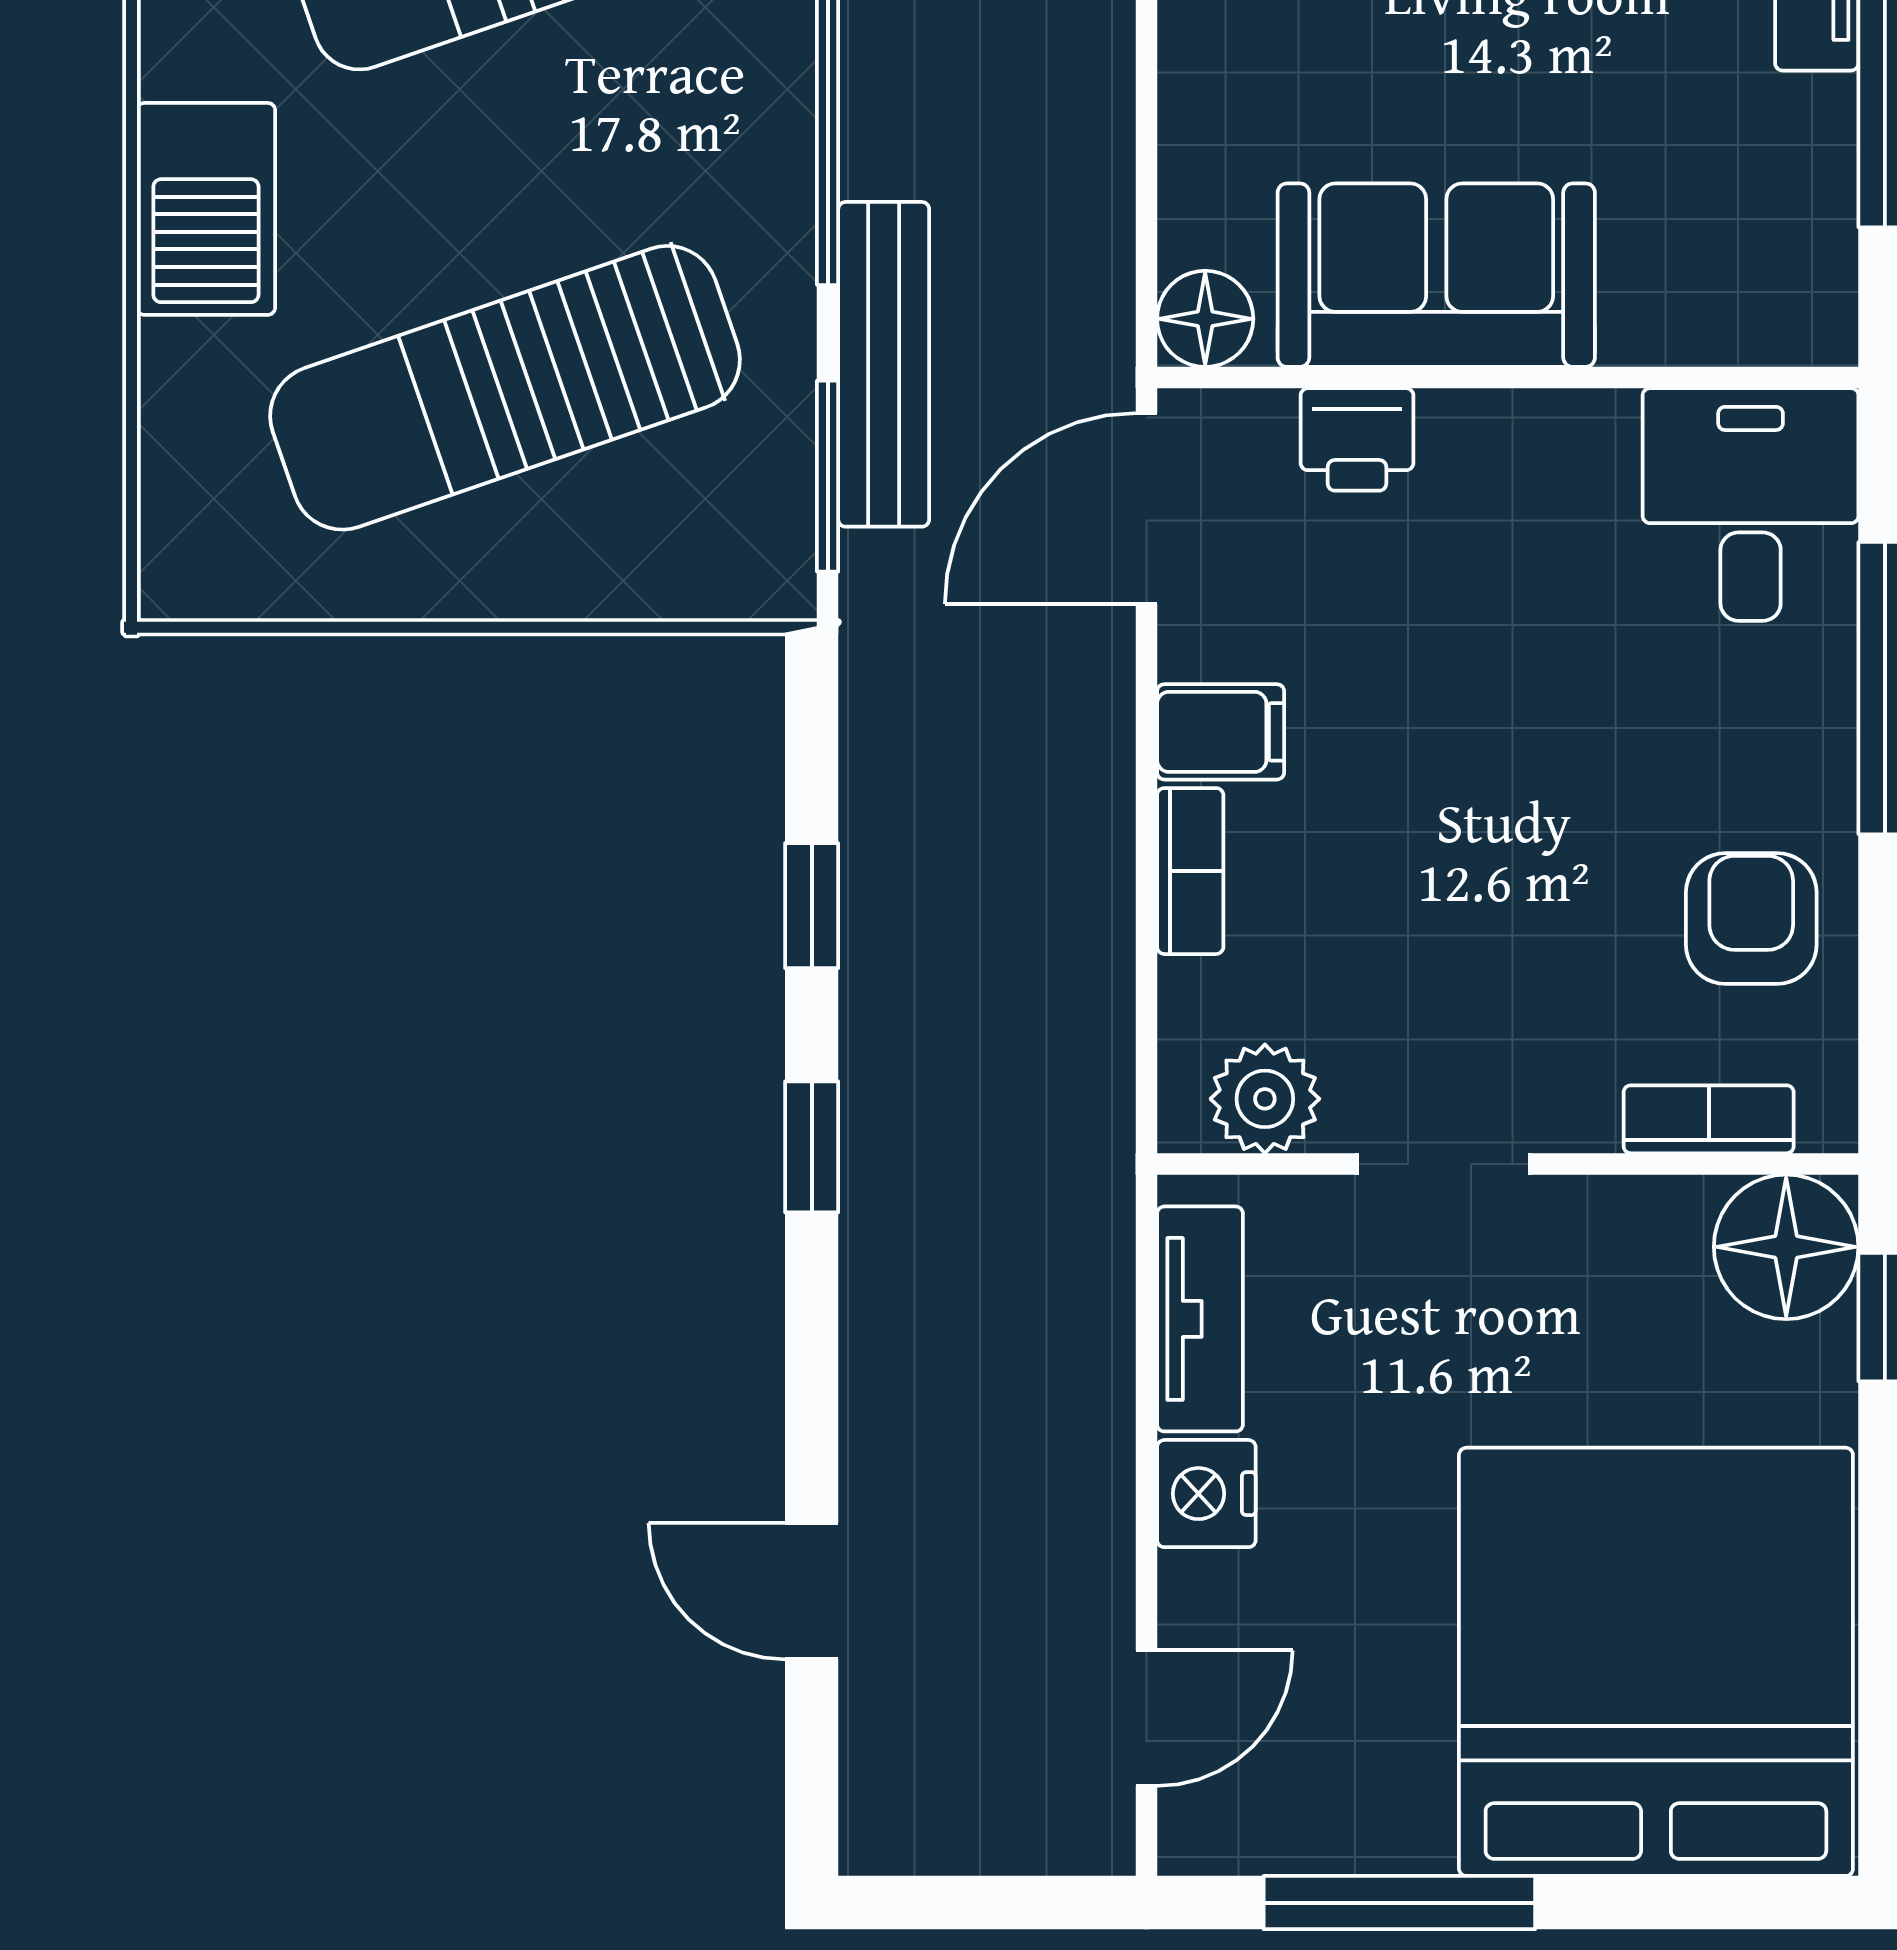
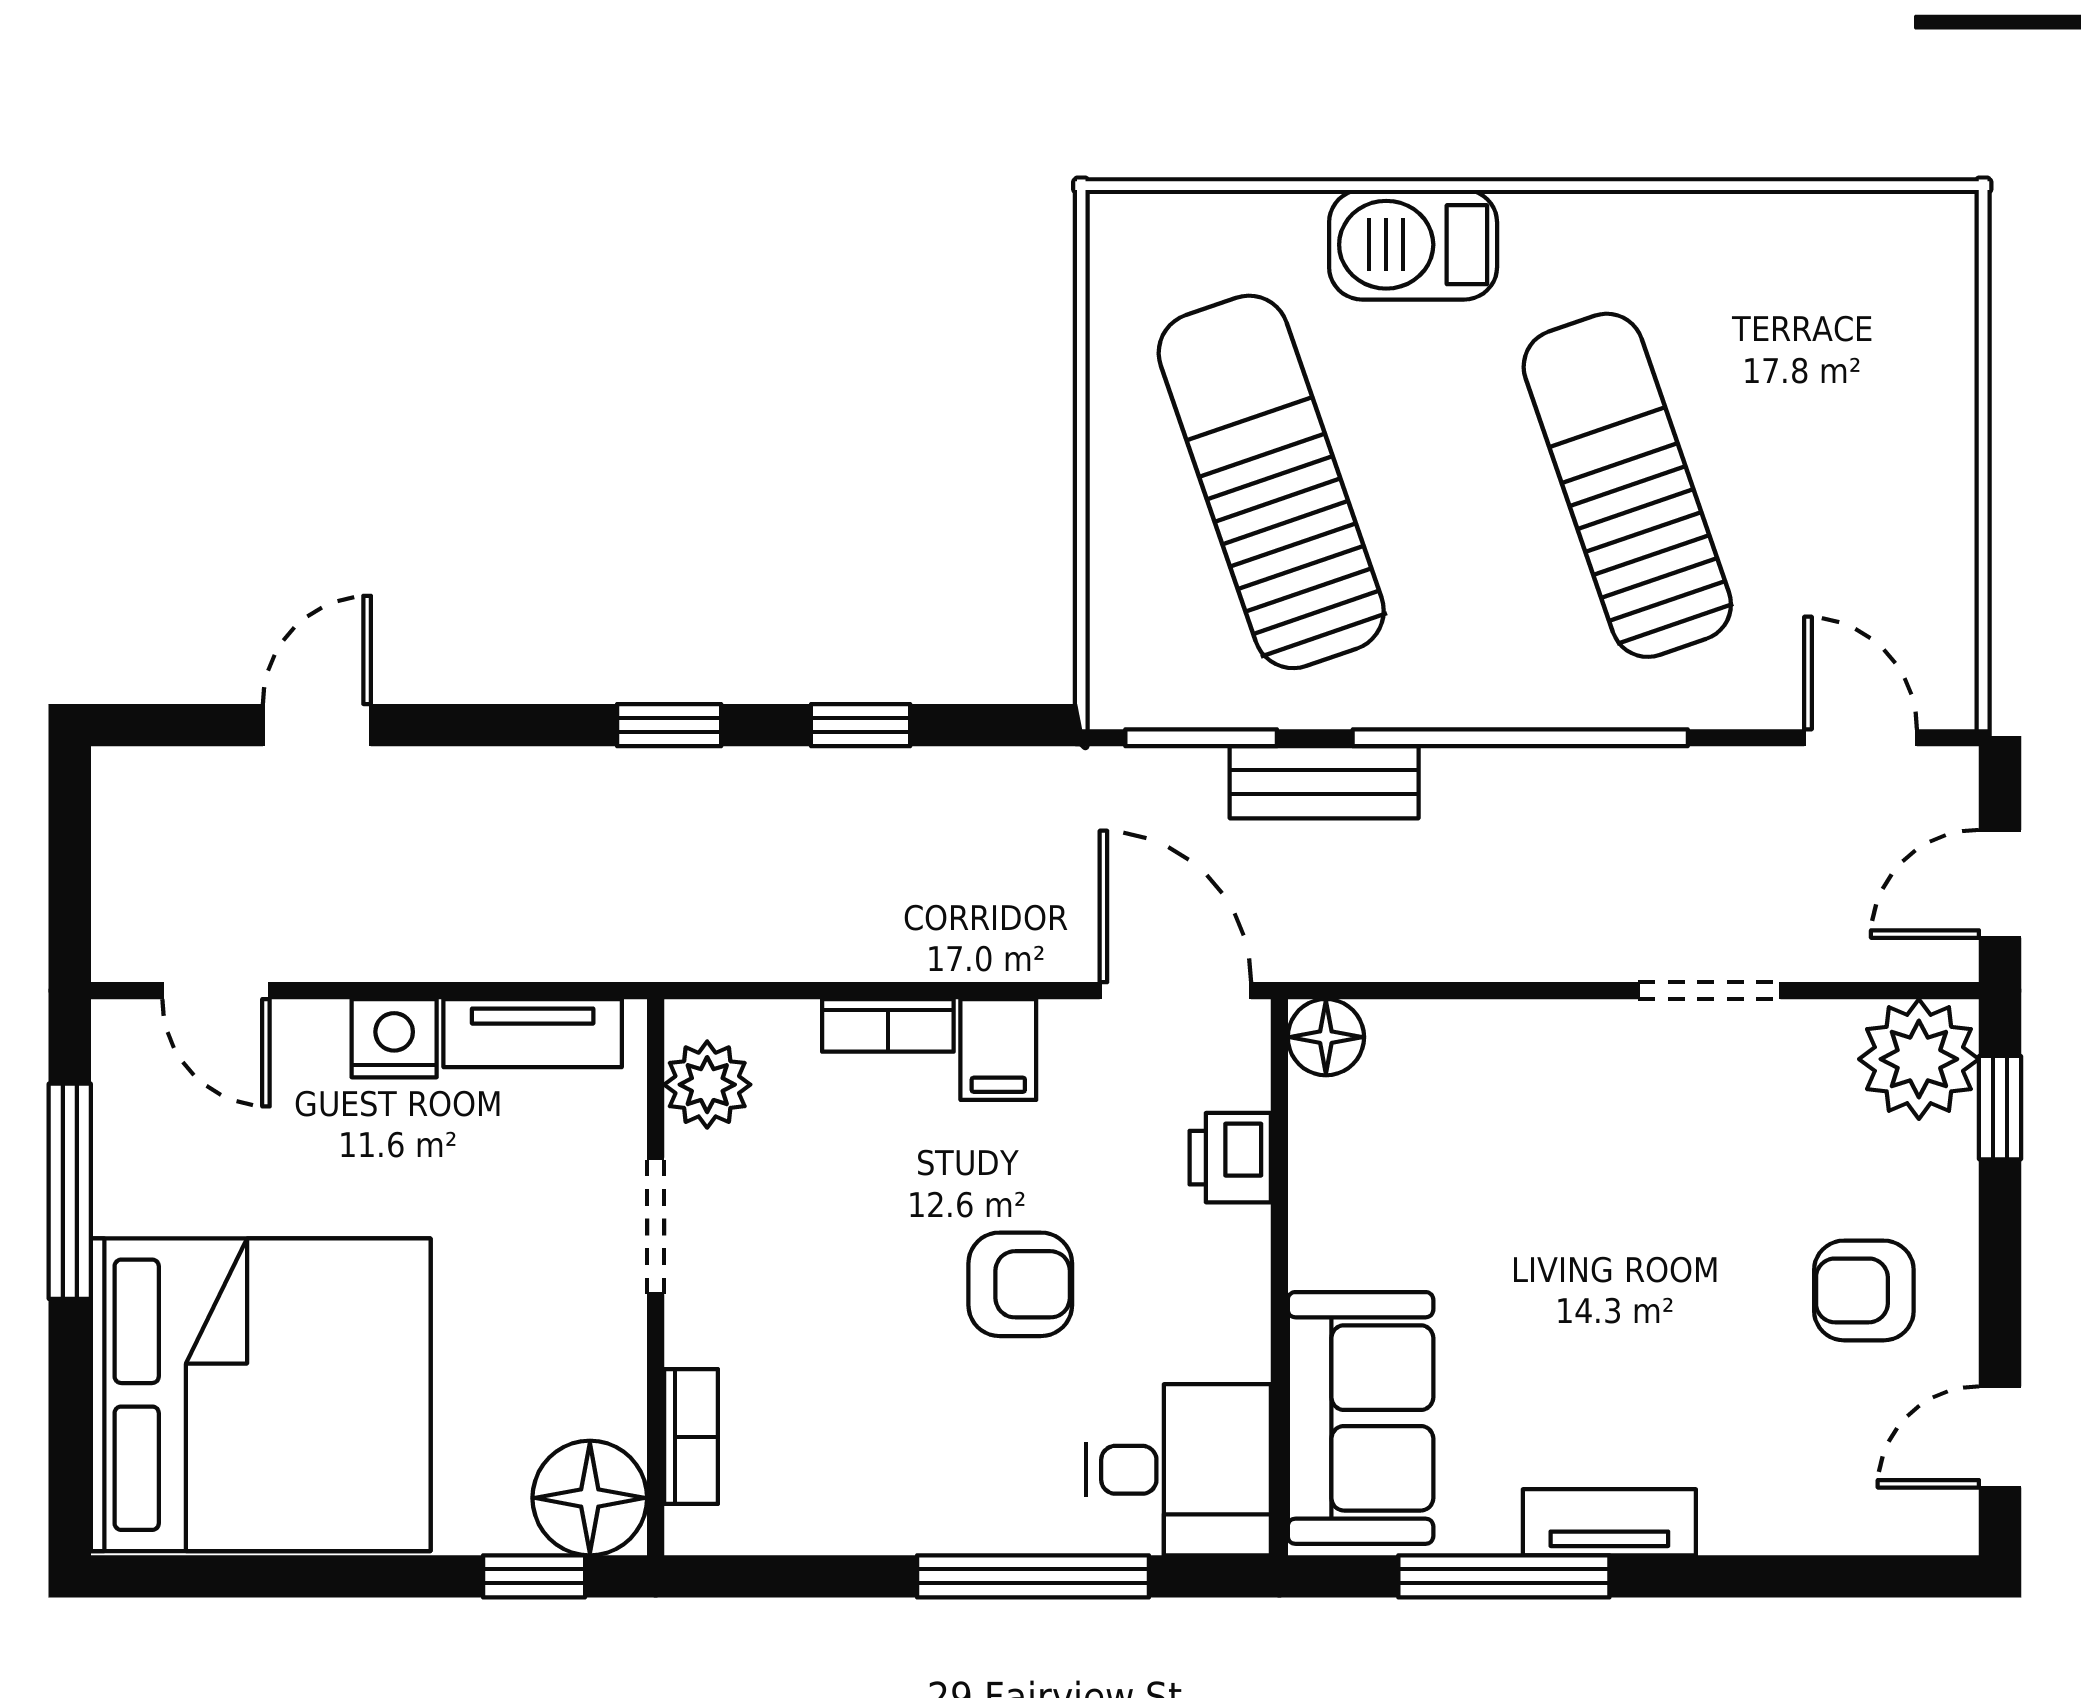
sofa: (1436, 275) -> (1361, 1418), moved
bench: (884, 364) -> (1324, 782), width x0.73
armchair: (1751, 919) -> (1020, 1284), moved

